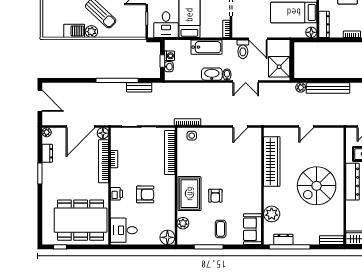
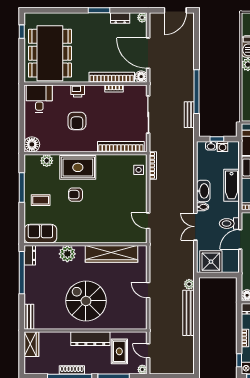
plant: (272, 214) -> (67, 254), moved
dresser: (283, 239) -> (30, 255), moved

